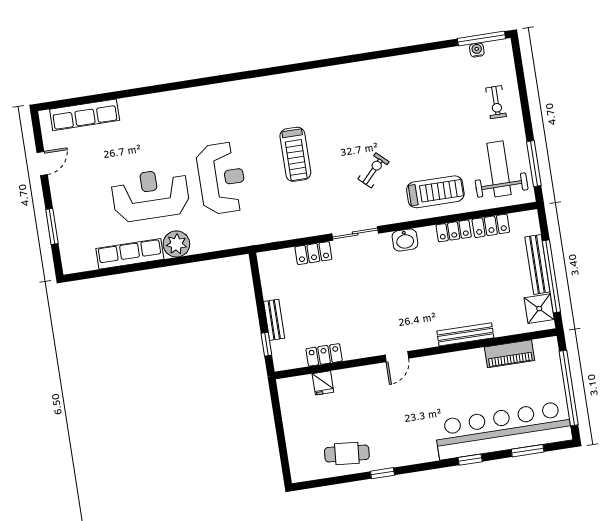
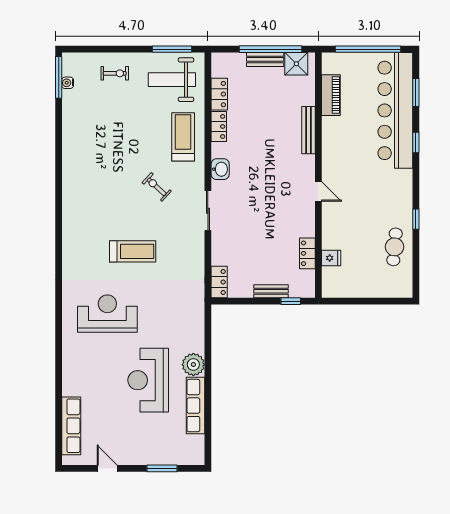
reception desk: (222, 178) -> (107, 314), moved
locker: (313, 253) -> (219, 282), moved
bench: (537, 264) -> (265, 59), width x0.73

